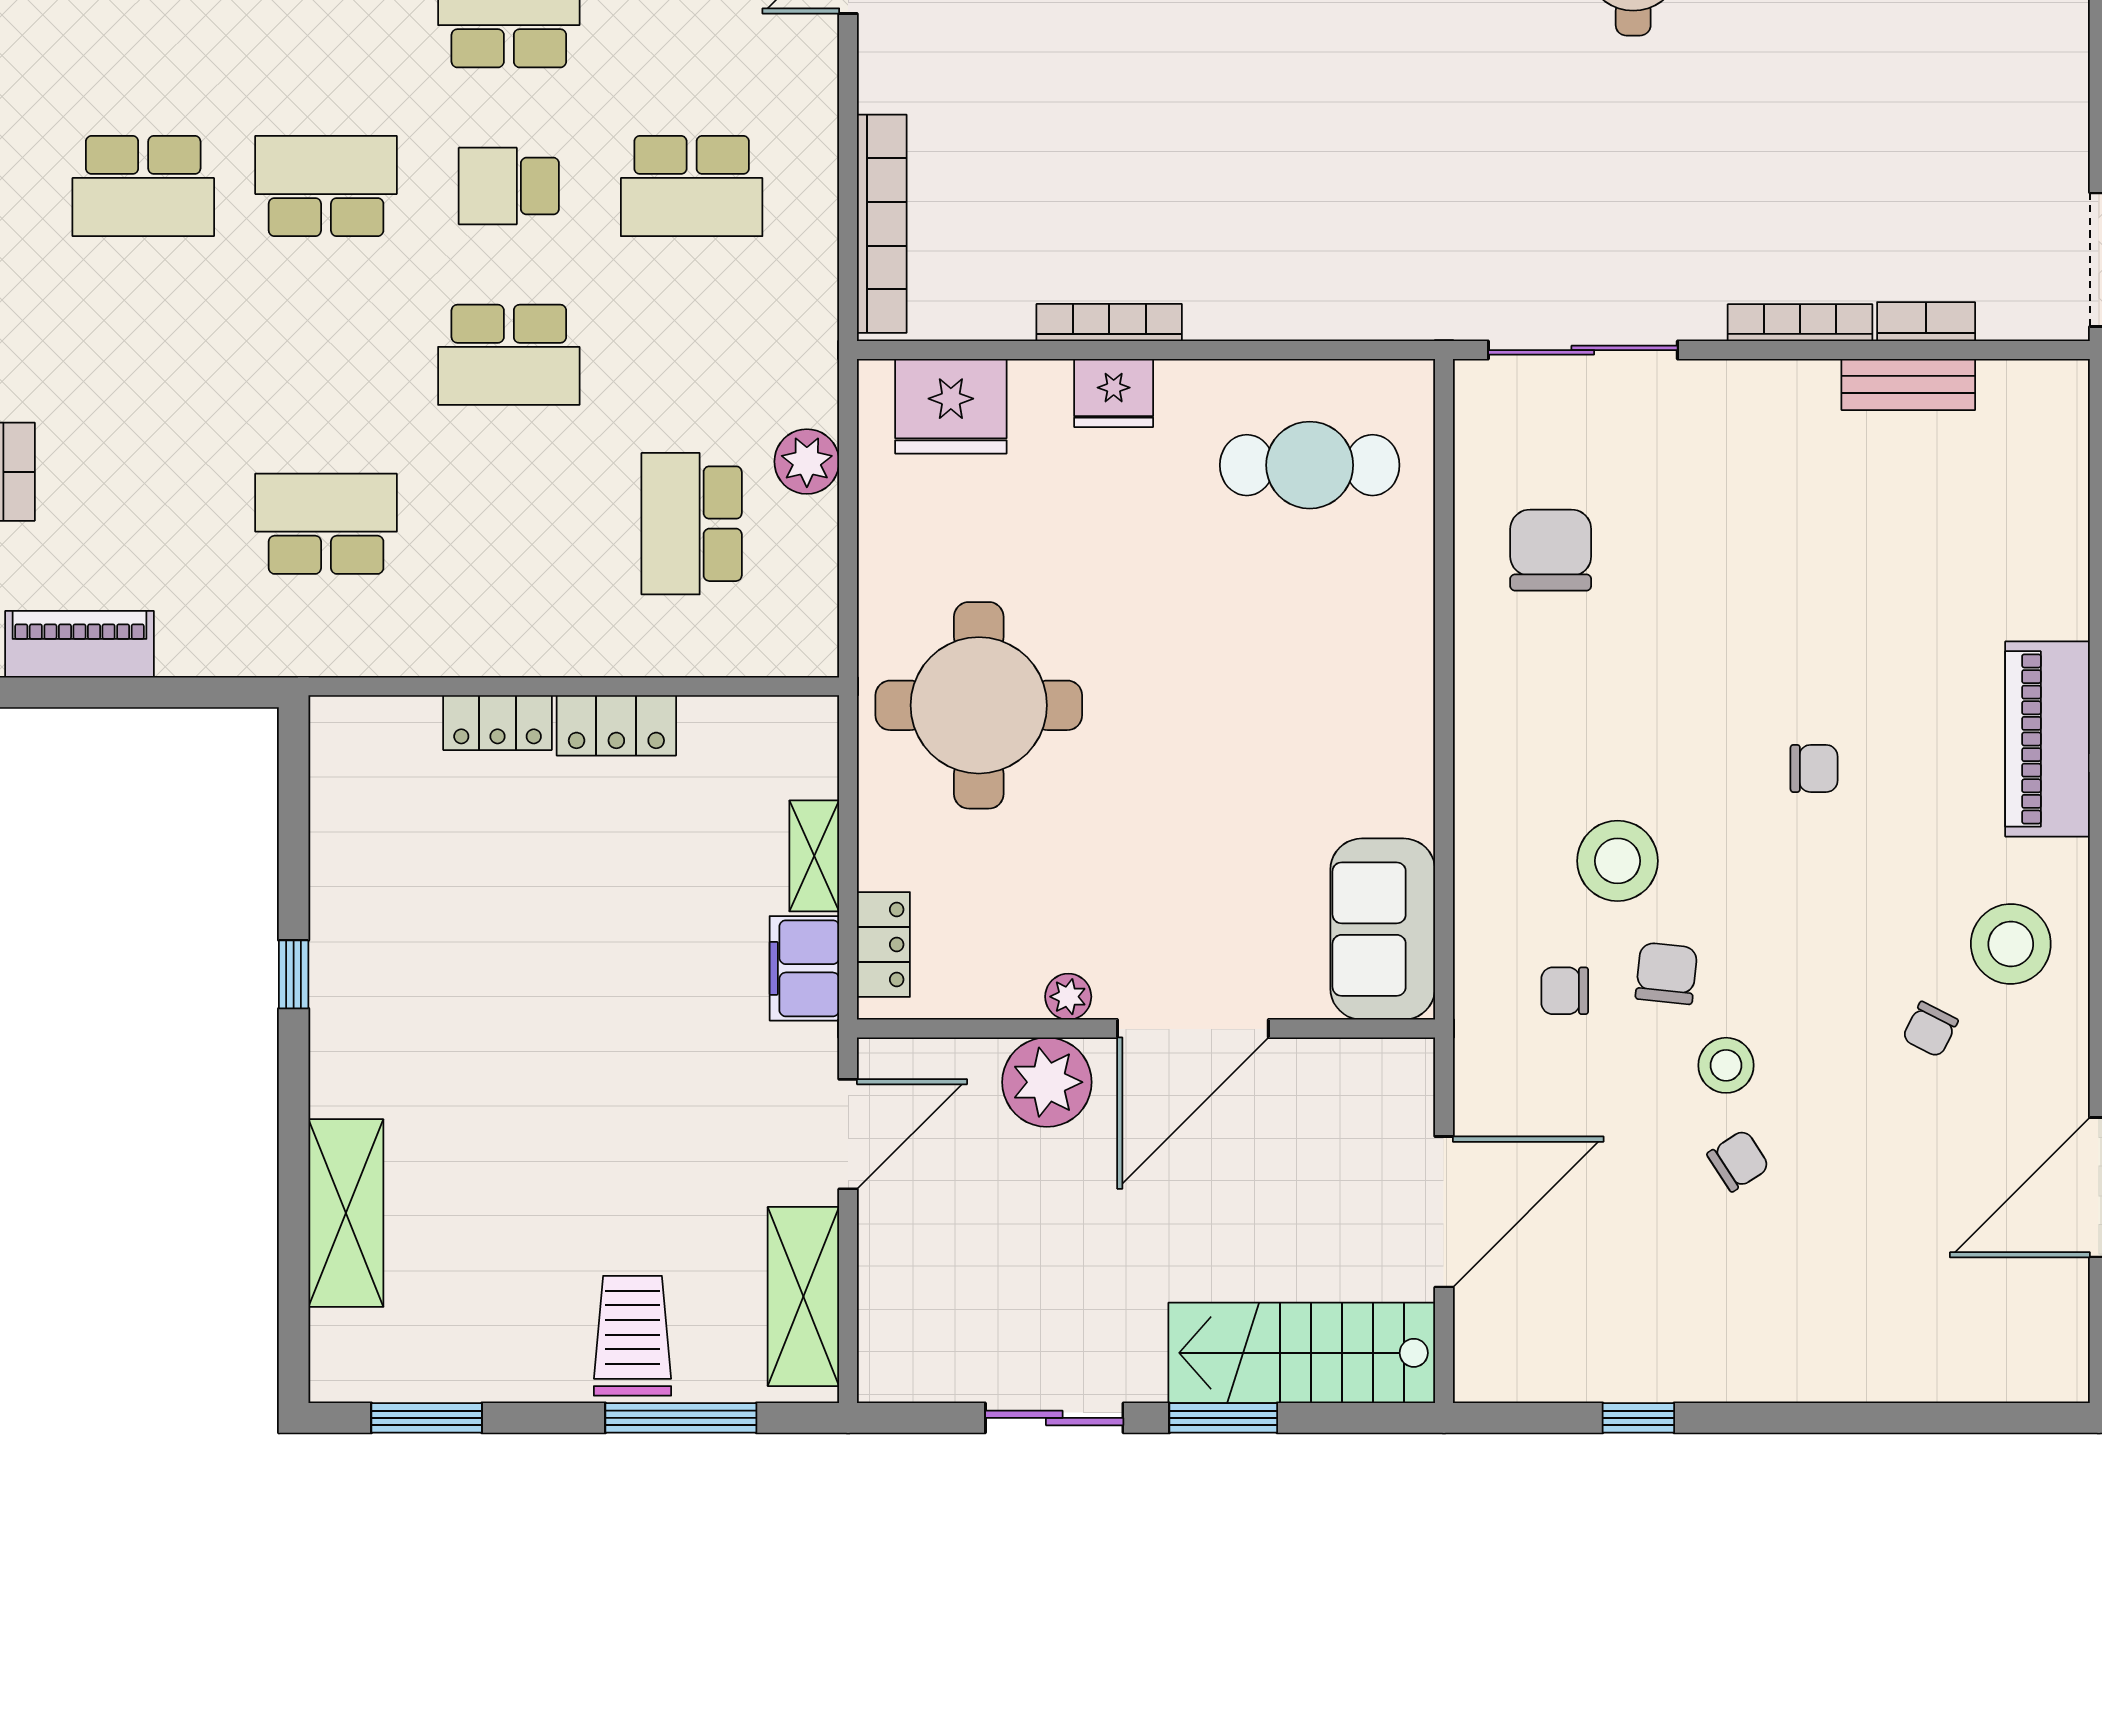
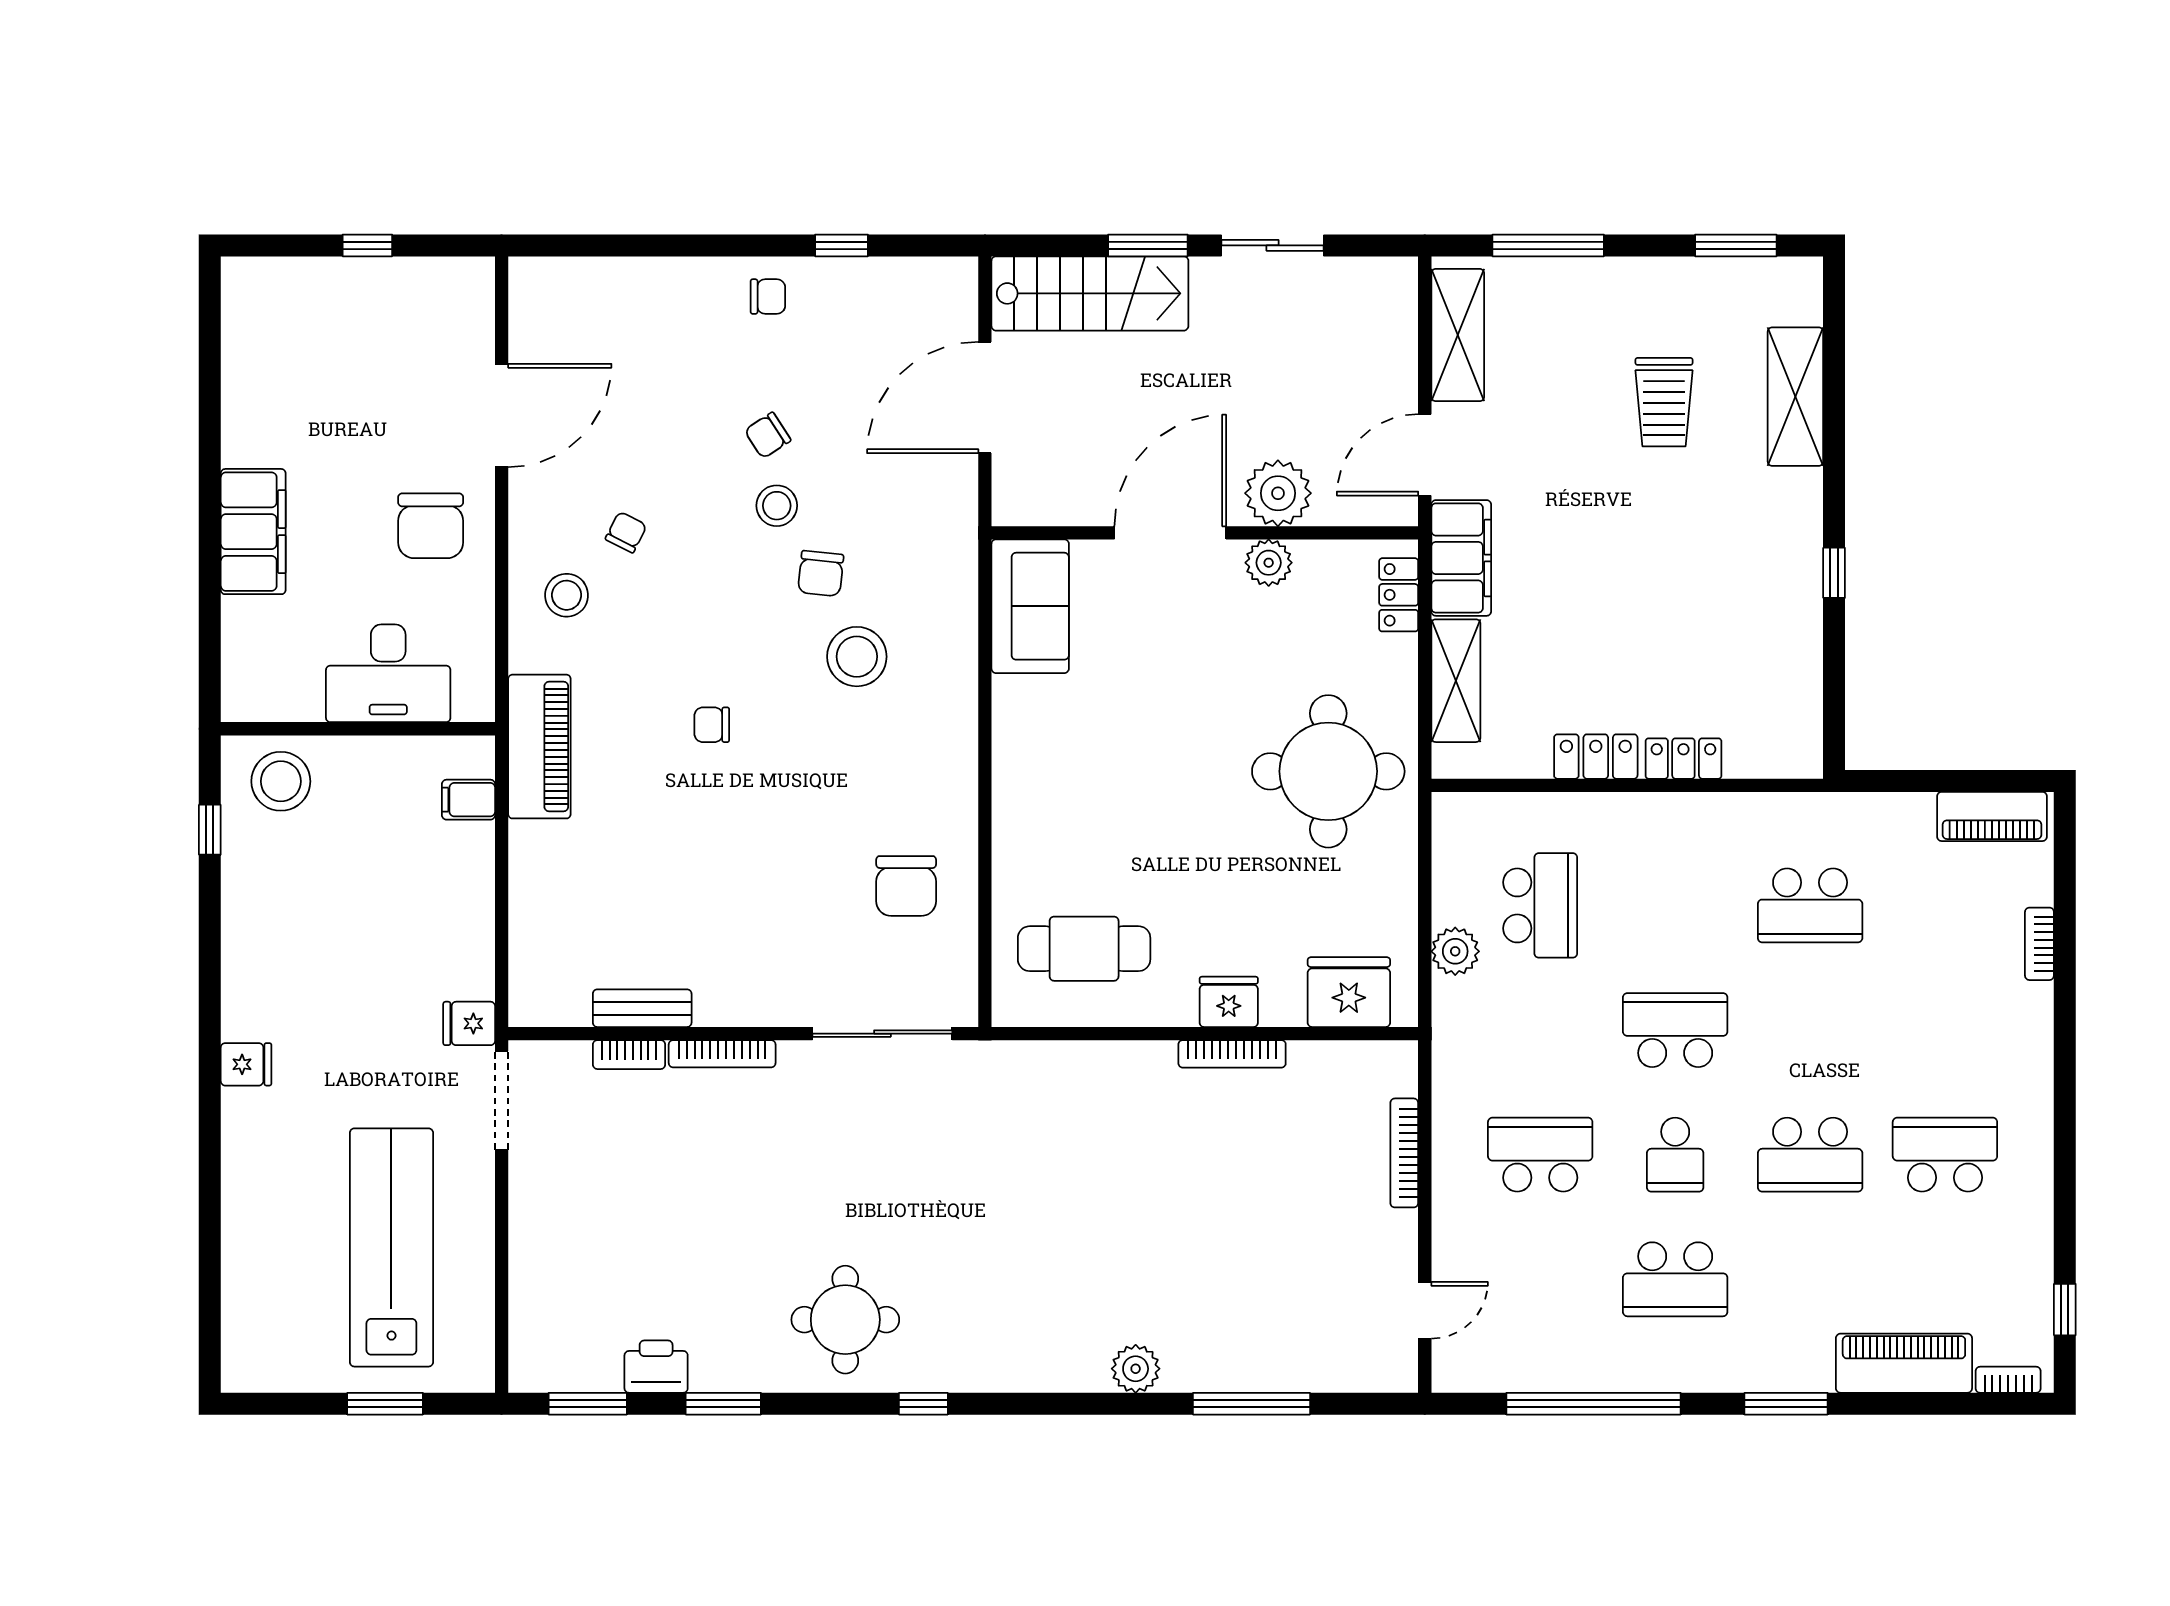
school desk: (509, 186) -> (1675, 1155), turned 90
bookcase: (882, 224) -> (1404, 1153), width x0.68, depth x0.76
shelving: (814, 856) -> (1456, 681), width x1.50, depth x1.33
stool: (2011, 944) -> (567, 595), width x0.73, depth x0.73
filing cabinet: (804, 968) -> (1461, 558), width x1.50, depth x1.17
chair: (1565, 991) -> (768, 297), moved
plant: (1068, 997) -> (1269, 563), width x1.38, depth x1.38
trolley: (633, 1336) -> (1664, 402), moved

